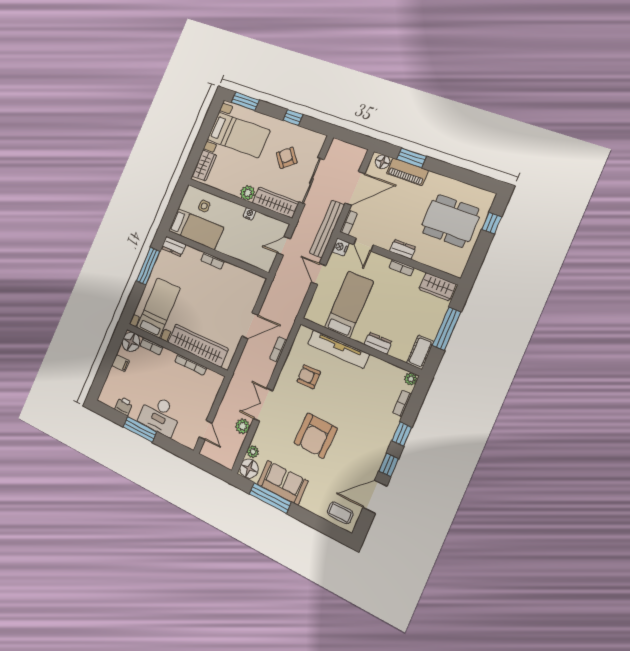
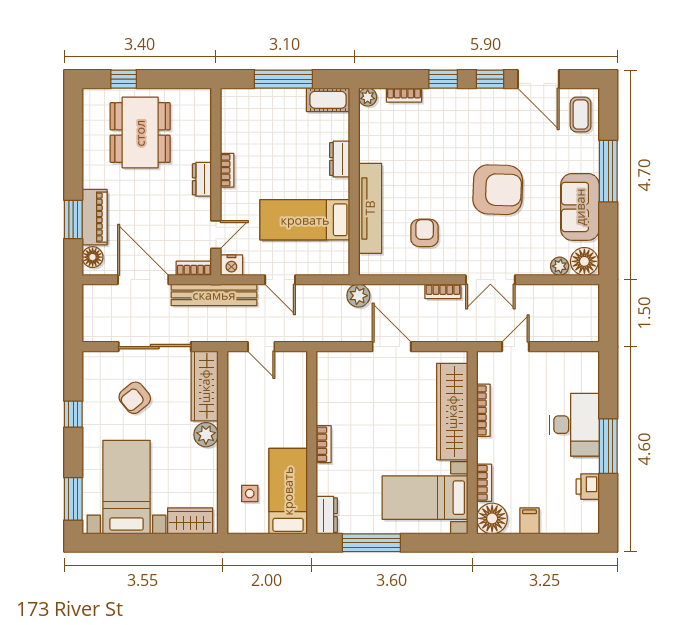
nightstand: (249, 214) -> (235, 418), removed
door: (319, 274) -> (280, 280), hinge flipped
wardrobe: (438, 287) -> (233, 113), removed
bookcase: (278, 349) -> (443, 291), moved
armchair: (309, 377) -> (425, 233), turned 180
plant: (243, 426) -> (358, 296), moved
door: (206, 430) -> (516, 347), moved
window: (270, 498) -> (608, 171), moved

